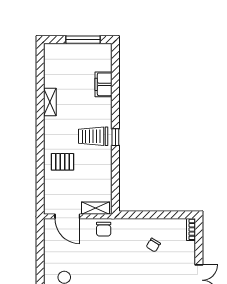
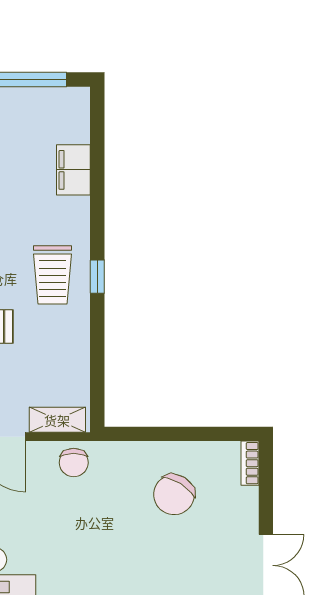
trolley: (93, 136) -> (52, 275), turned -90
chair: (153, 245) -> (174, 495), width x1.87, depth x1.87

